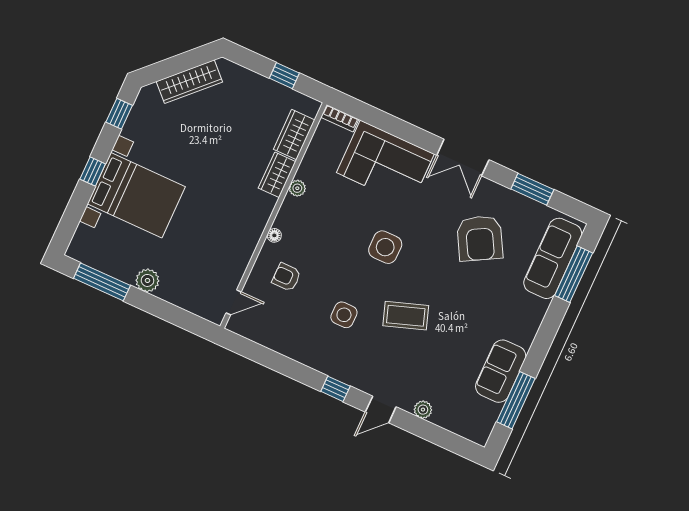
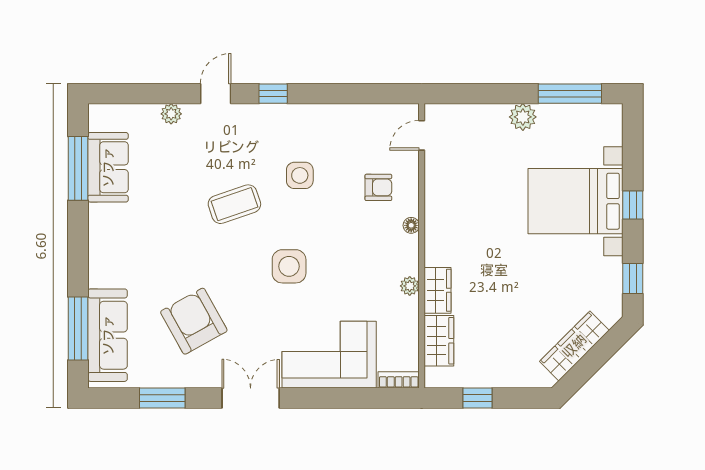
sofa: (501, 371) -> (108, 167), moved

